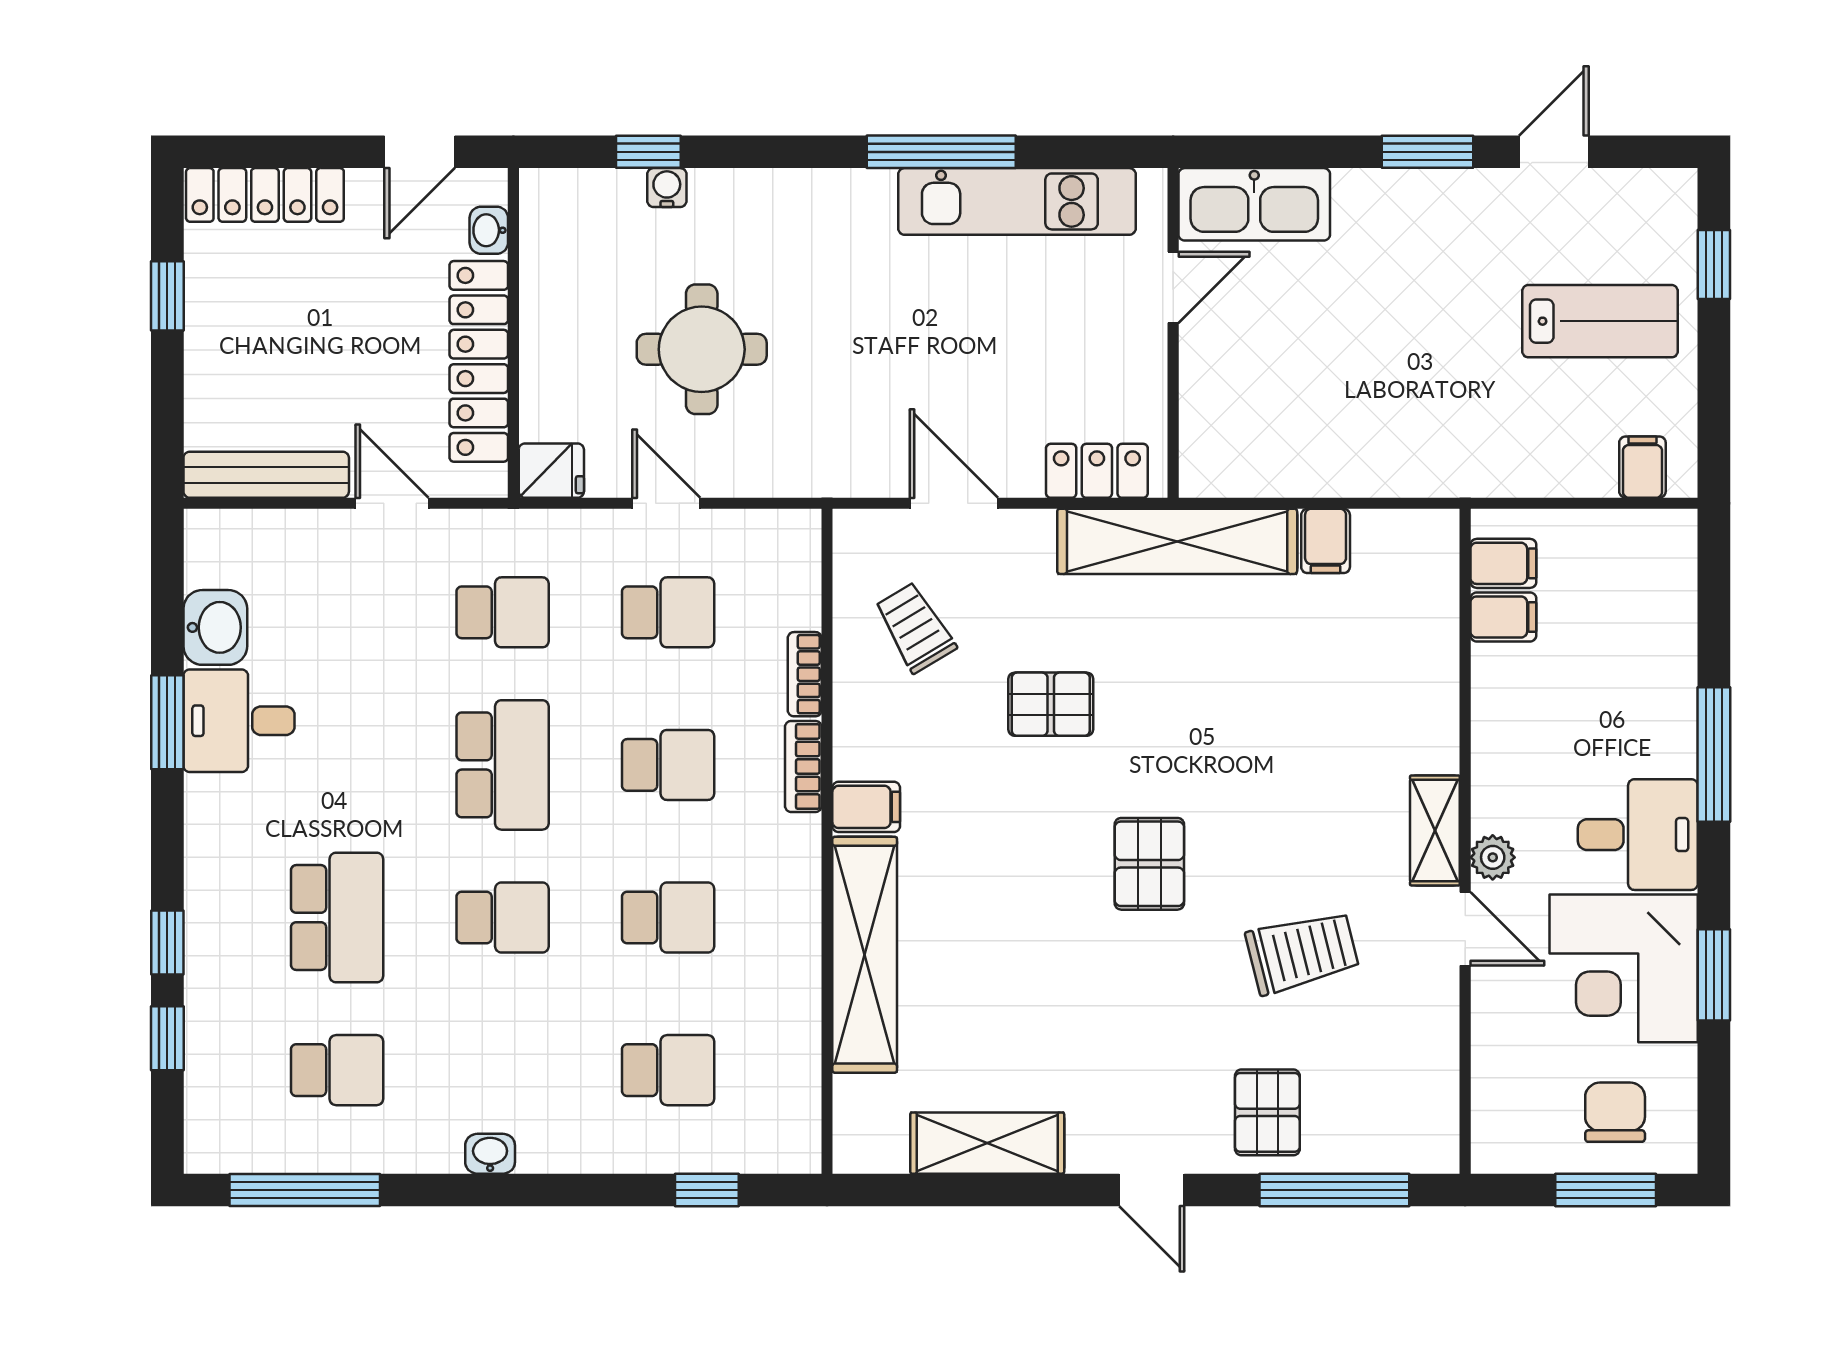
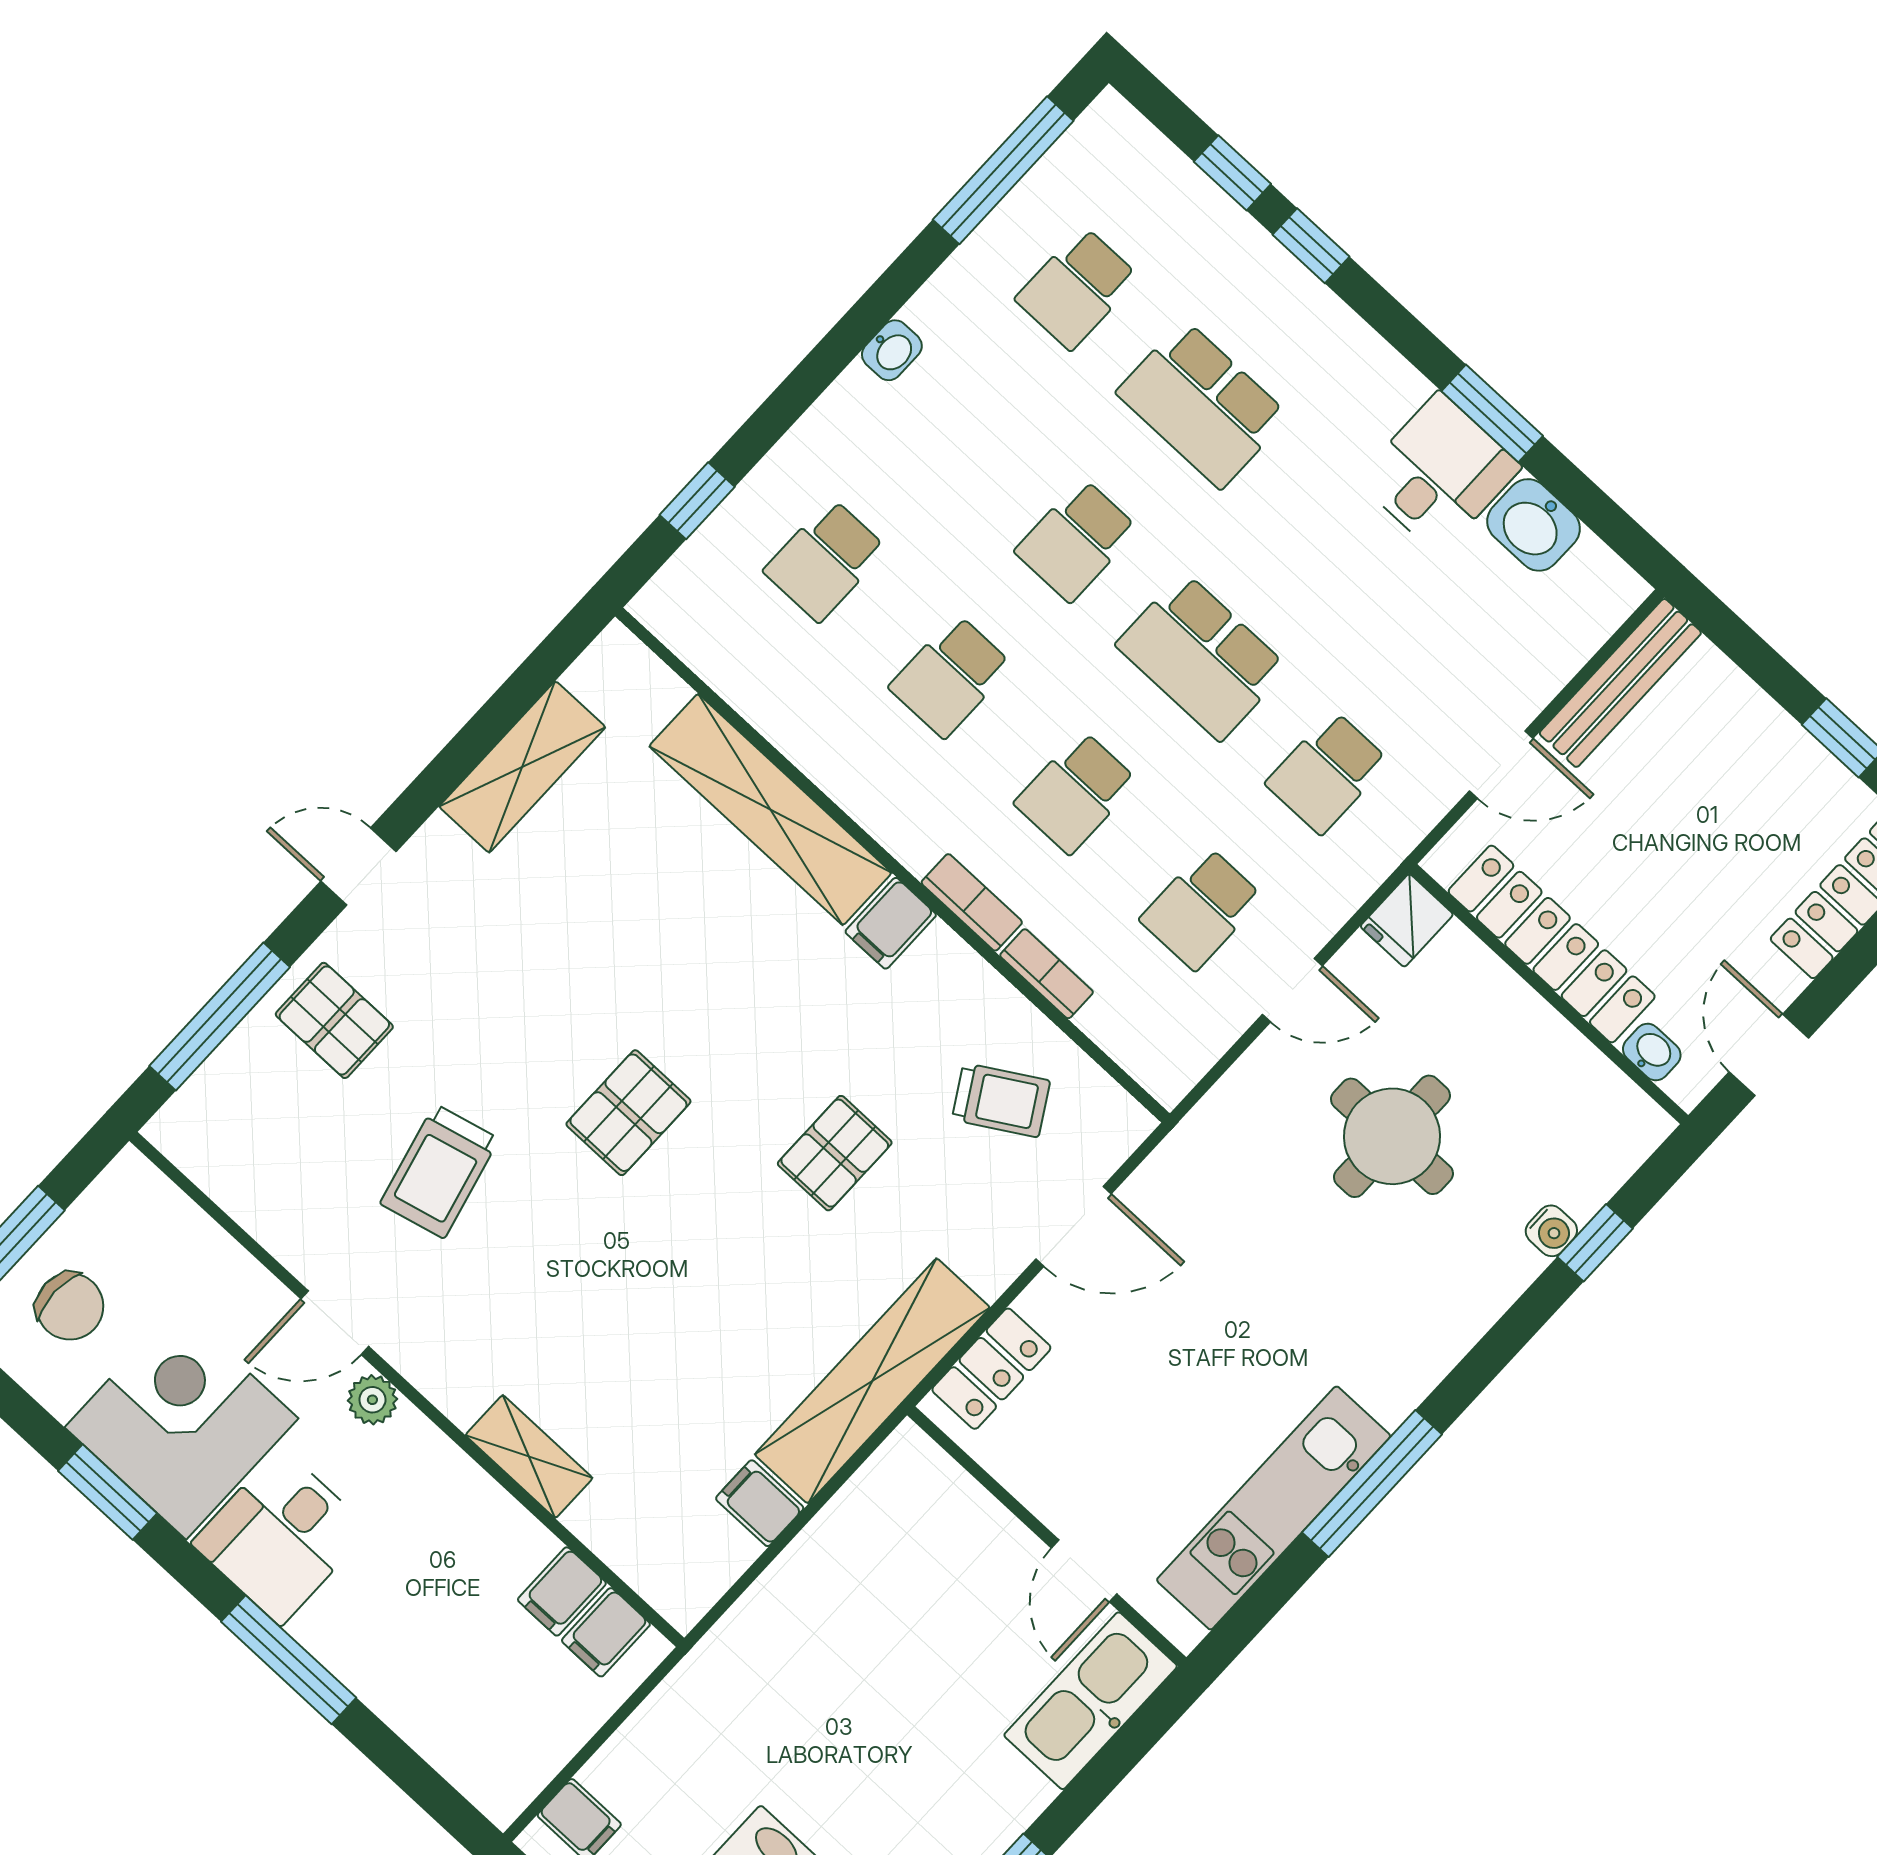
shelving: (1435, 830) -> (529, 1457), moved
pallet: (1149, 864) -> (628, 1113), turned 90

